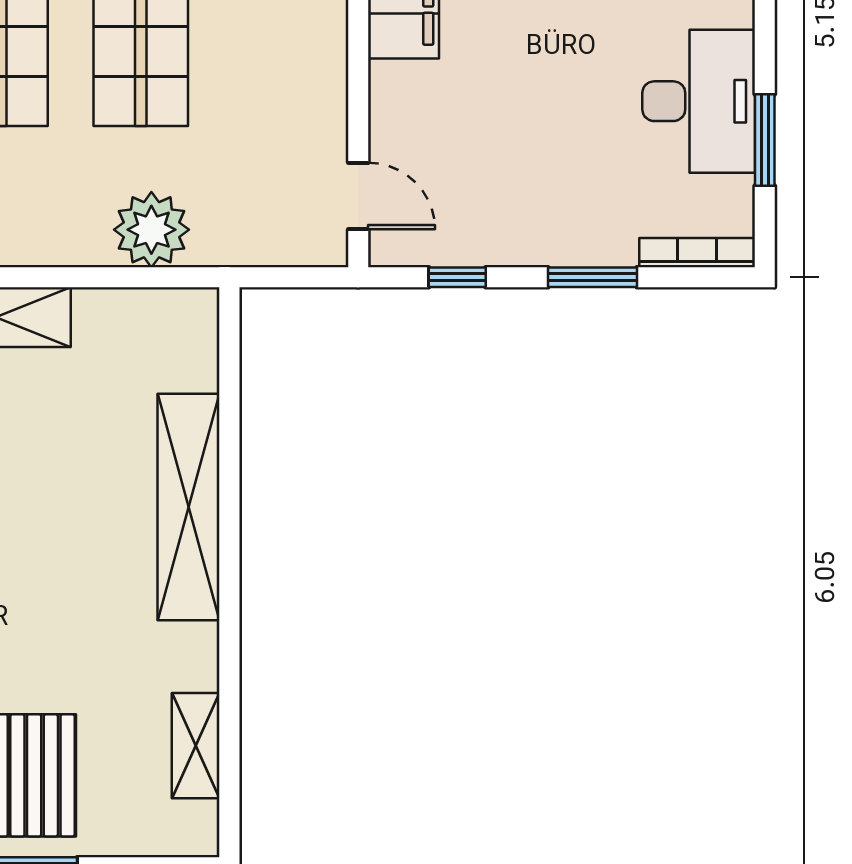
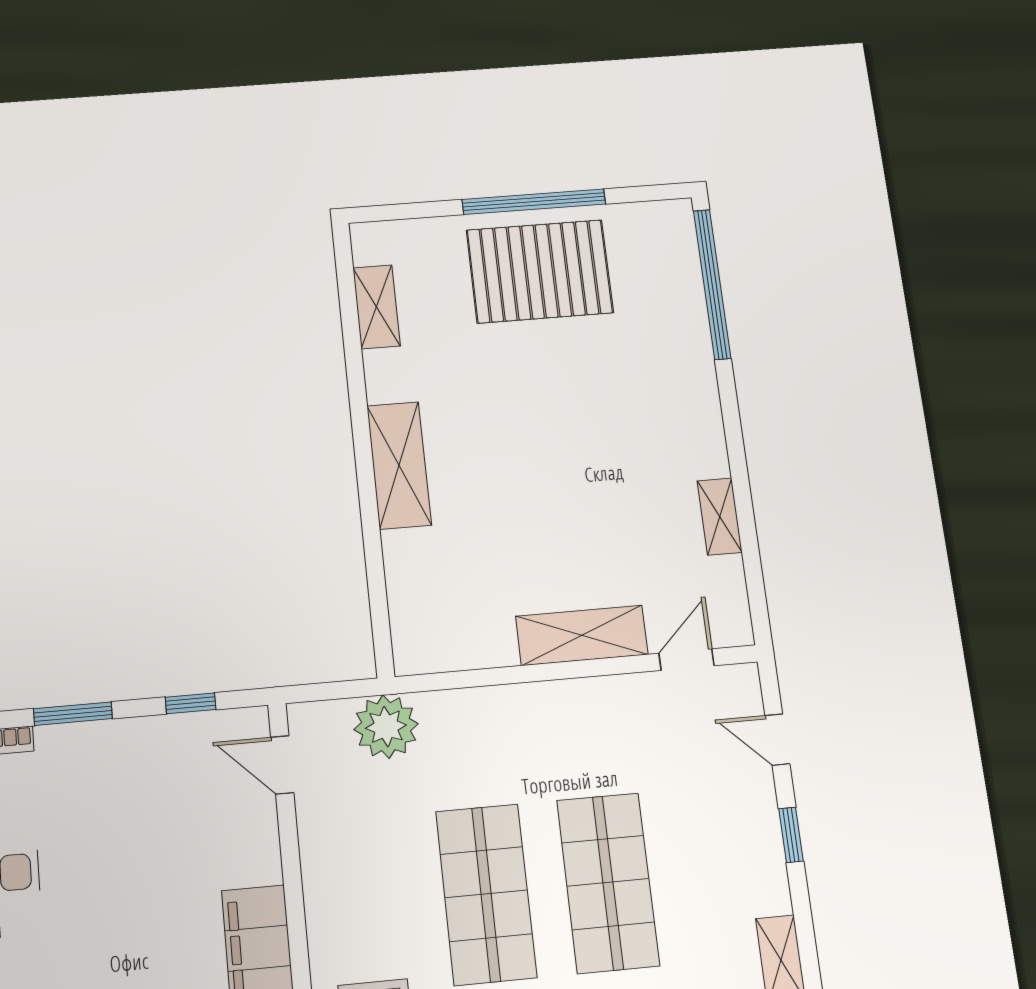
plant: (151, 230) -> (386, 727), moved
shelving: (188, 507) -> (399, 465), width x0.68

